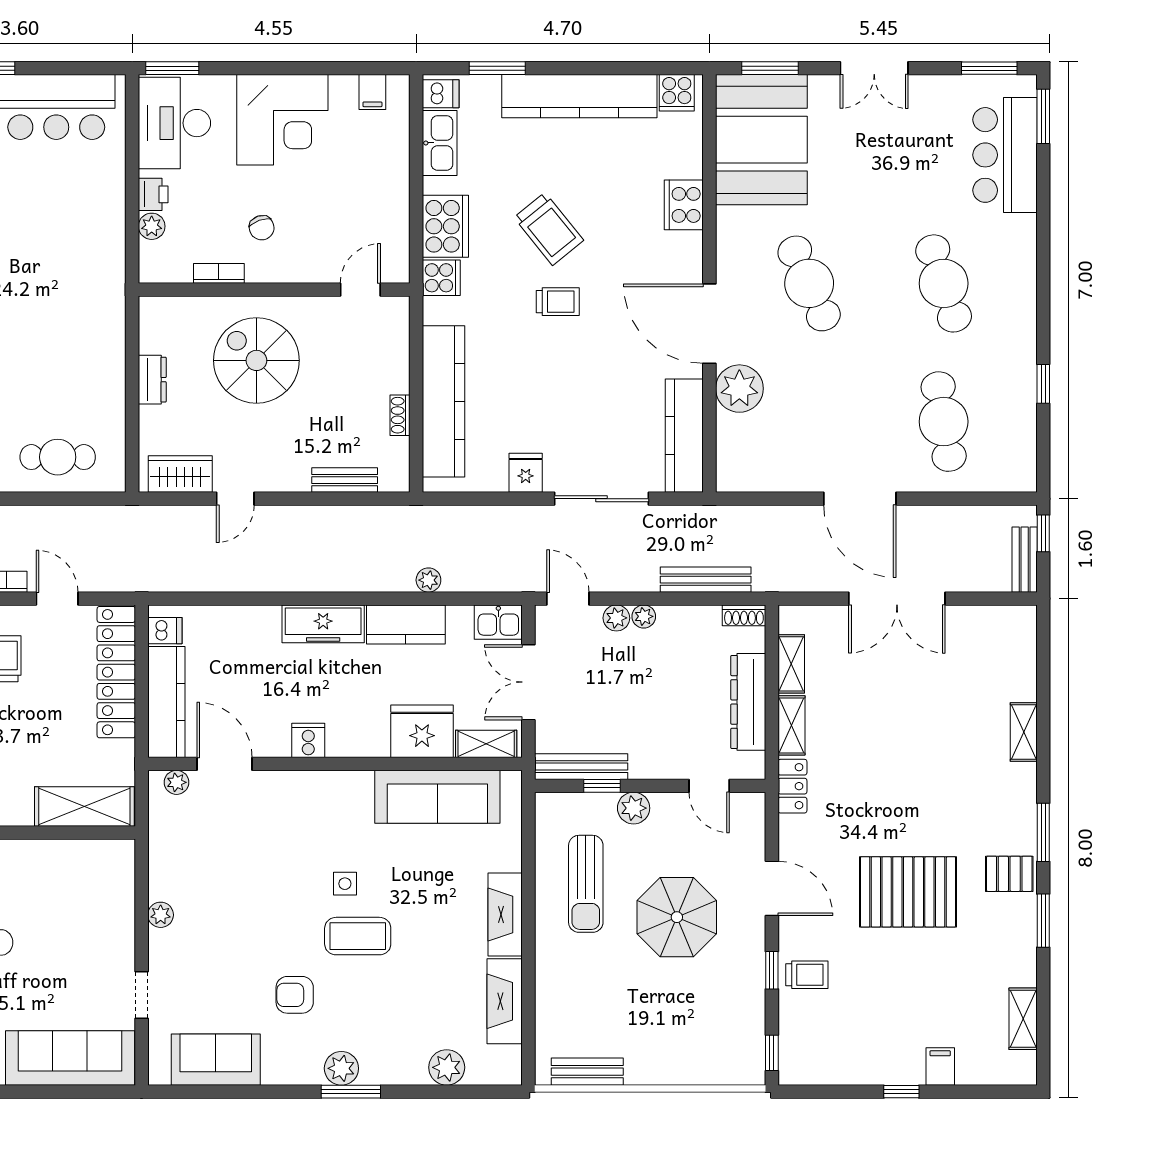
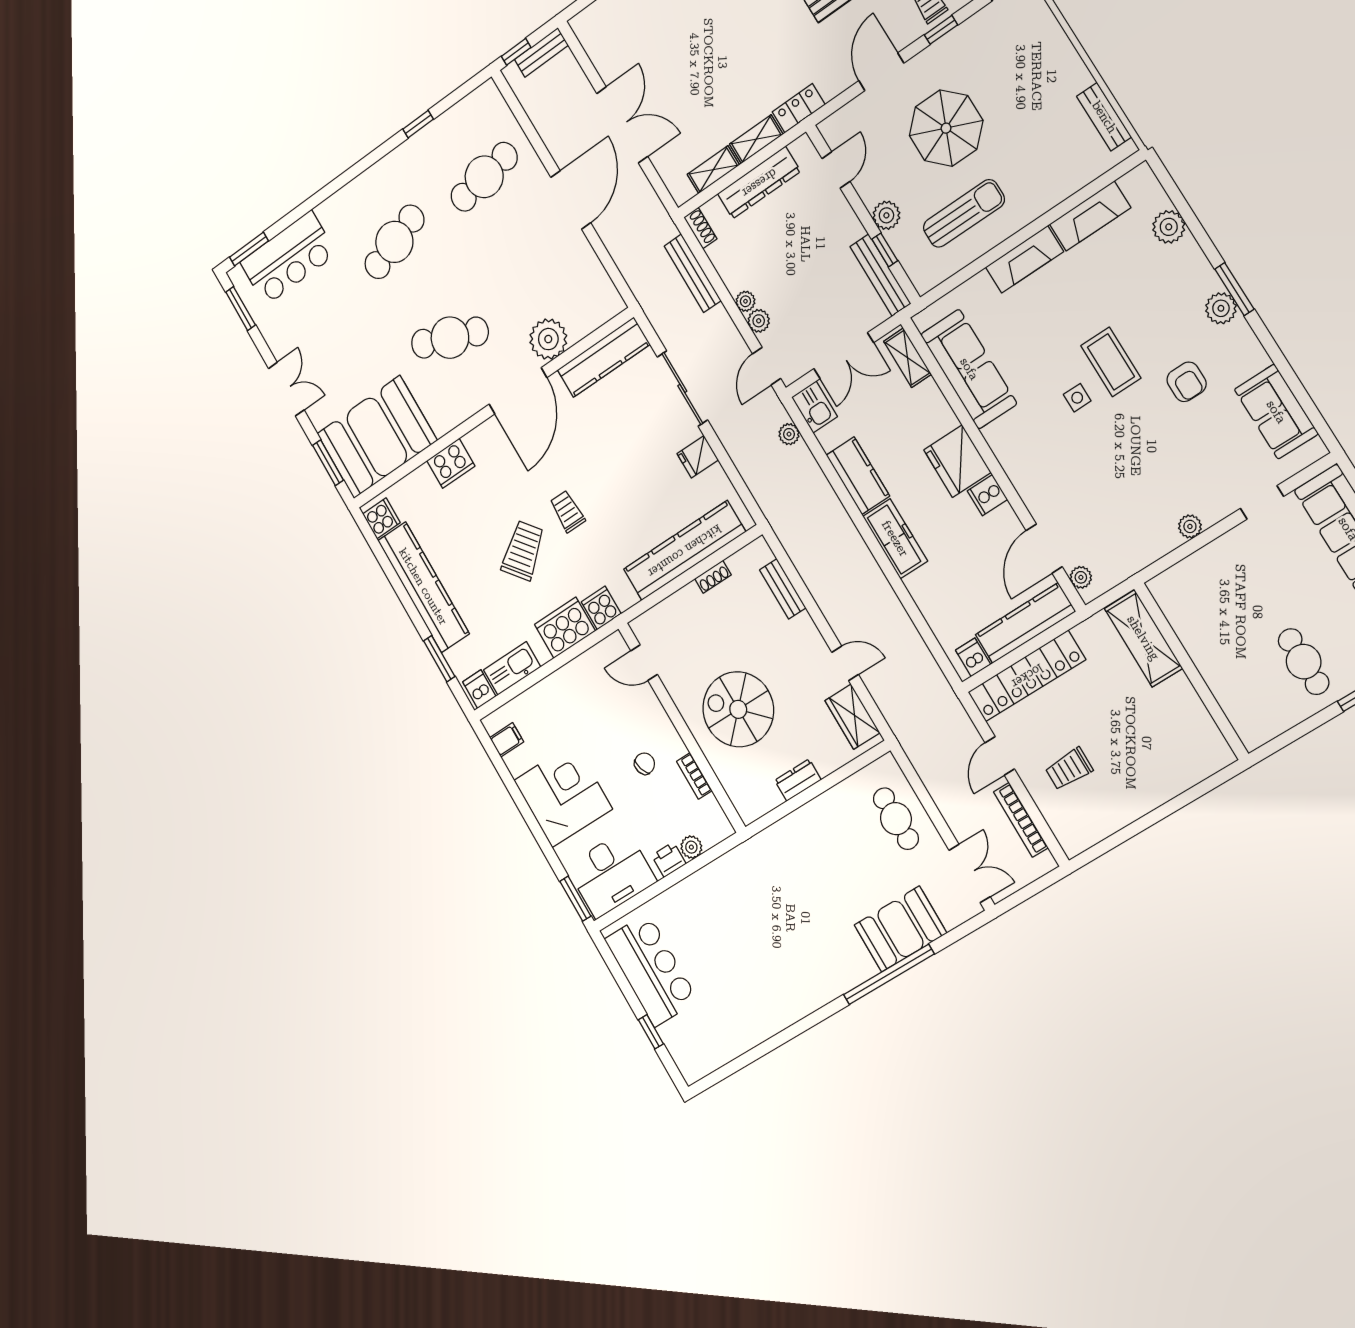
cafe table: (809, 283) -> (450, 338), turned 45
spiral stairs: (256, 360) -> (738, 709), turned 90
plant: (428, 580) -> (789, 434), moved
fridge: (422, 731) -> (957, 461), moved

